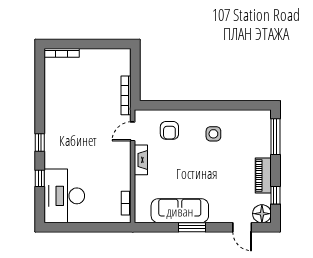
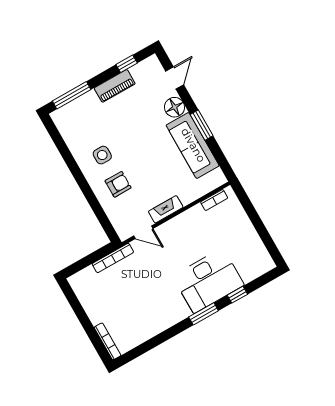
armchair: (169, 130) -> (118, 184), moved
window: (40, 142) -> (204, 314), width x1.50
desk: (64, 196) -> (208, 281), moved
floor lamp: (262, 214) -> (175, 107), moved

